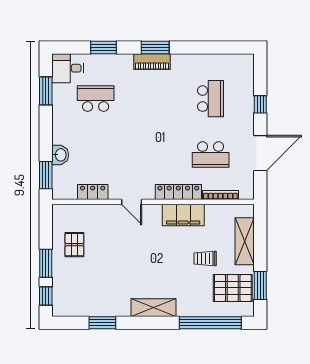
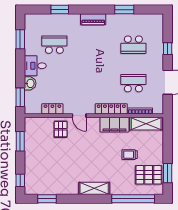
window: (155, 47) -> (124, 10), moved
desk: (68, 68) -> (35, 66), moved
school desk: (211, 99) -> (133, 45), turned 90
school desk: (211, 155) -> (133, 83), turned 180
shelving: (245, 241) -> (146, 124), moved, turned 90
pallet: (74, 245) -> (61, 129), moved
window: (46, 263) -> (20, 141), moved
window: (102, 323) -> (47, 199), moved

